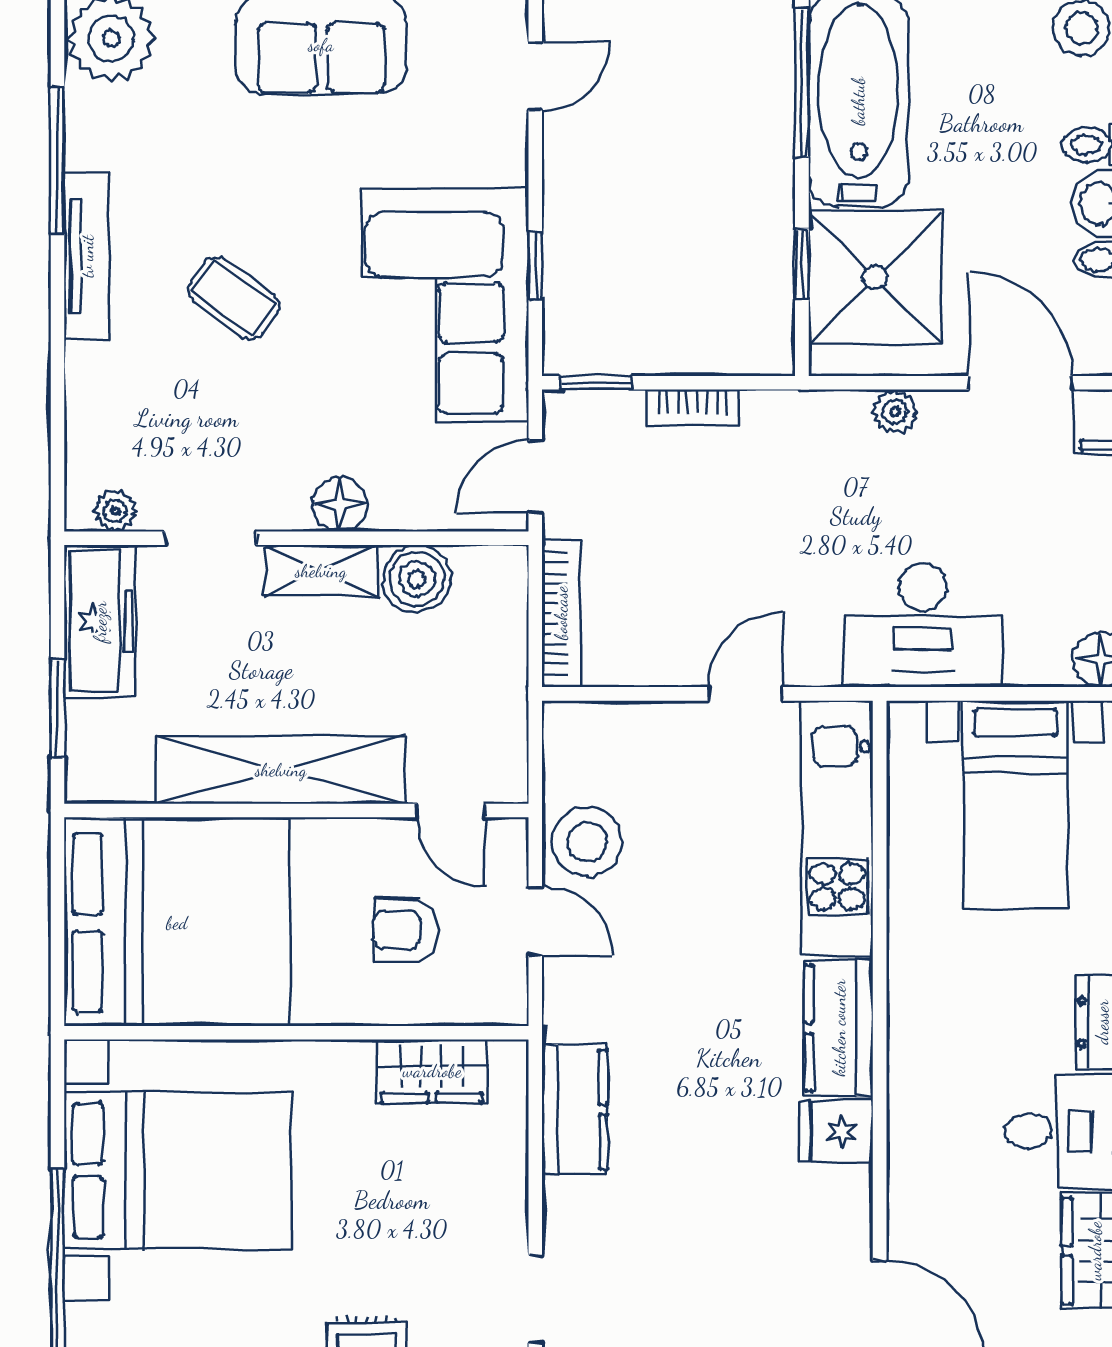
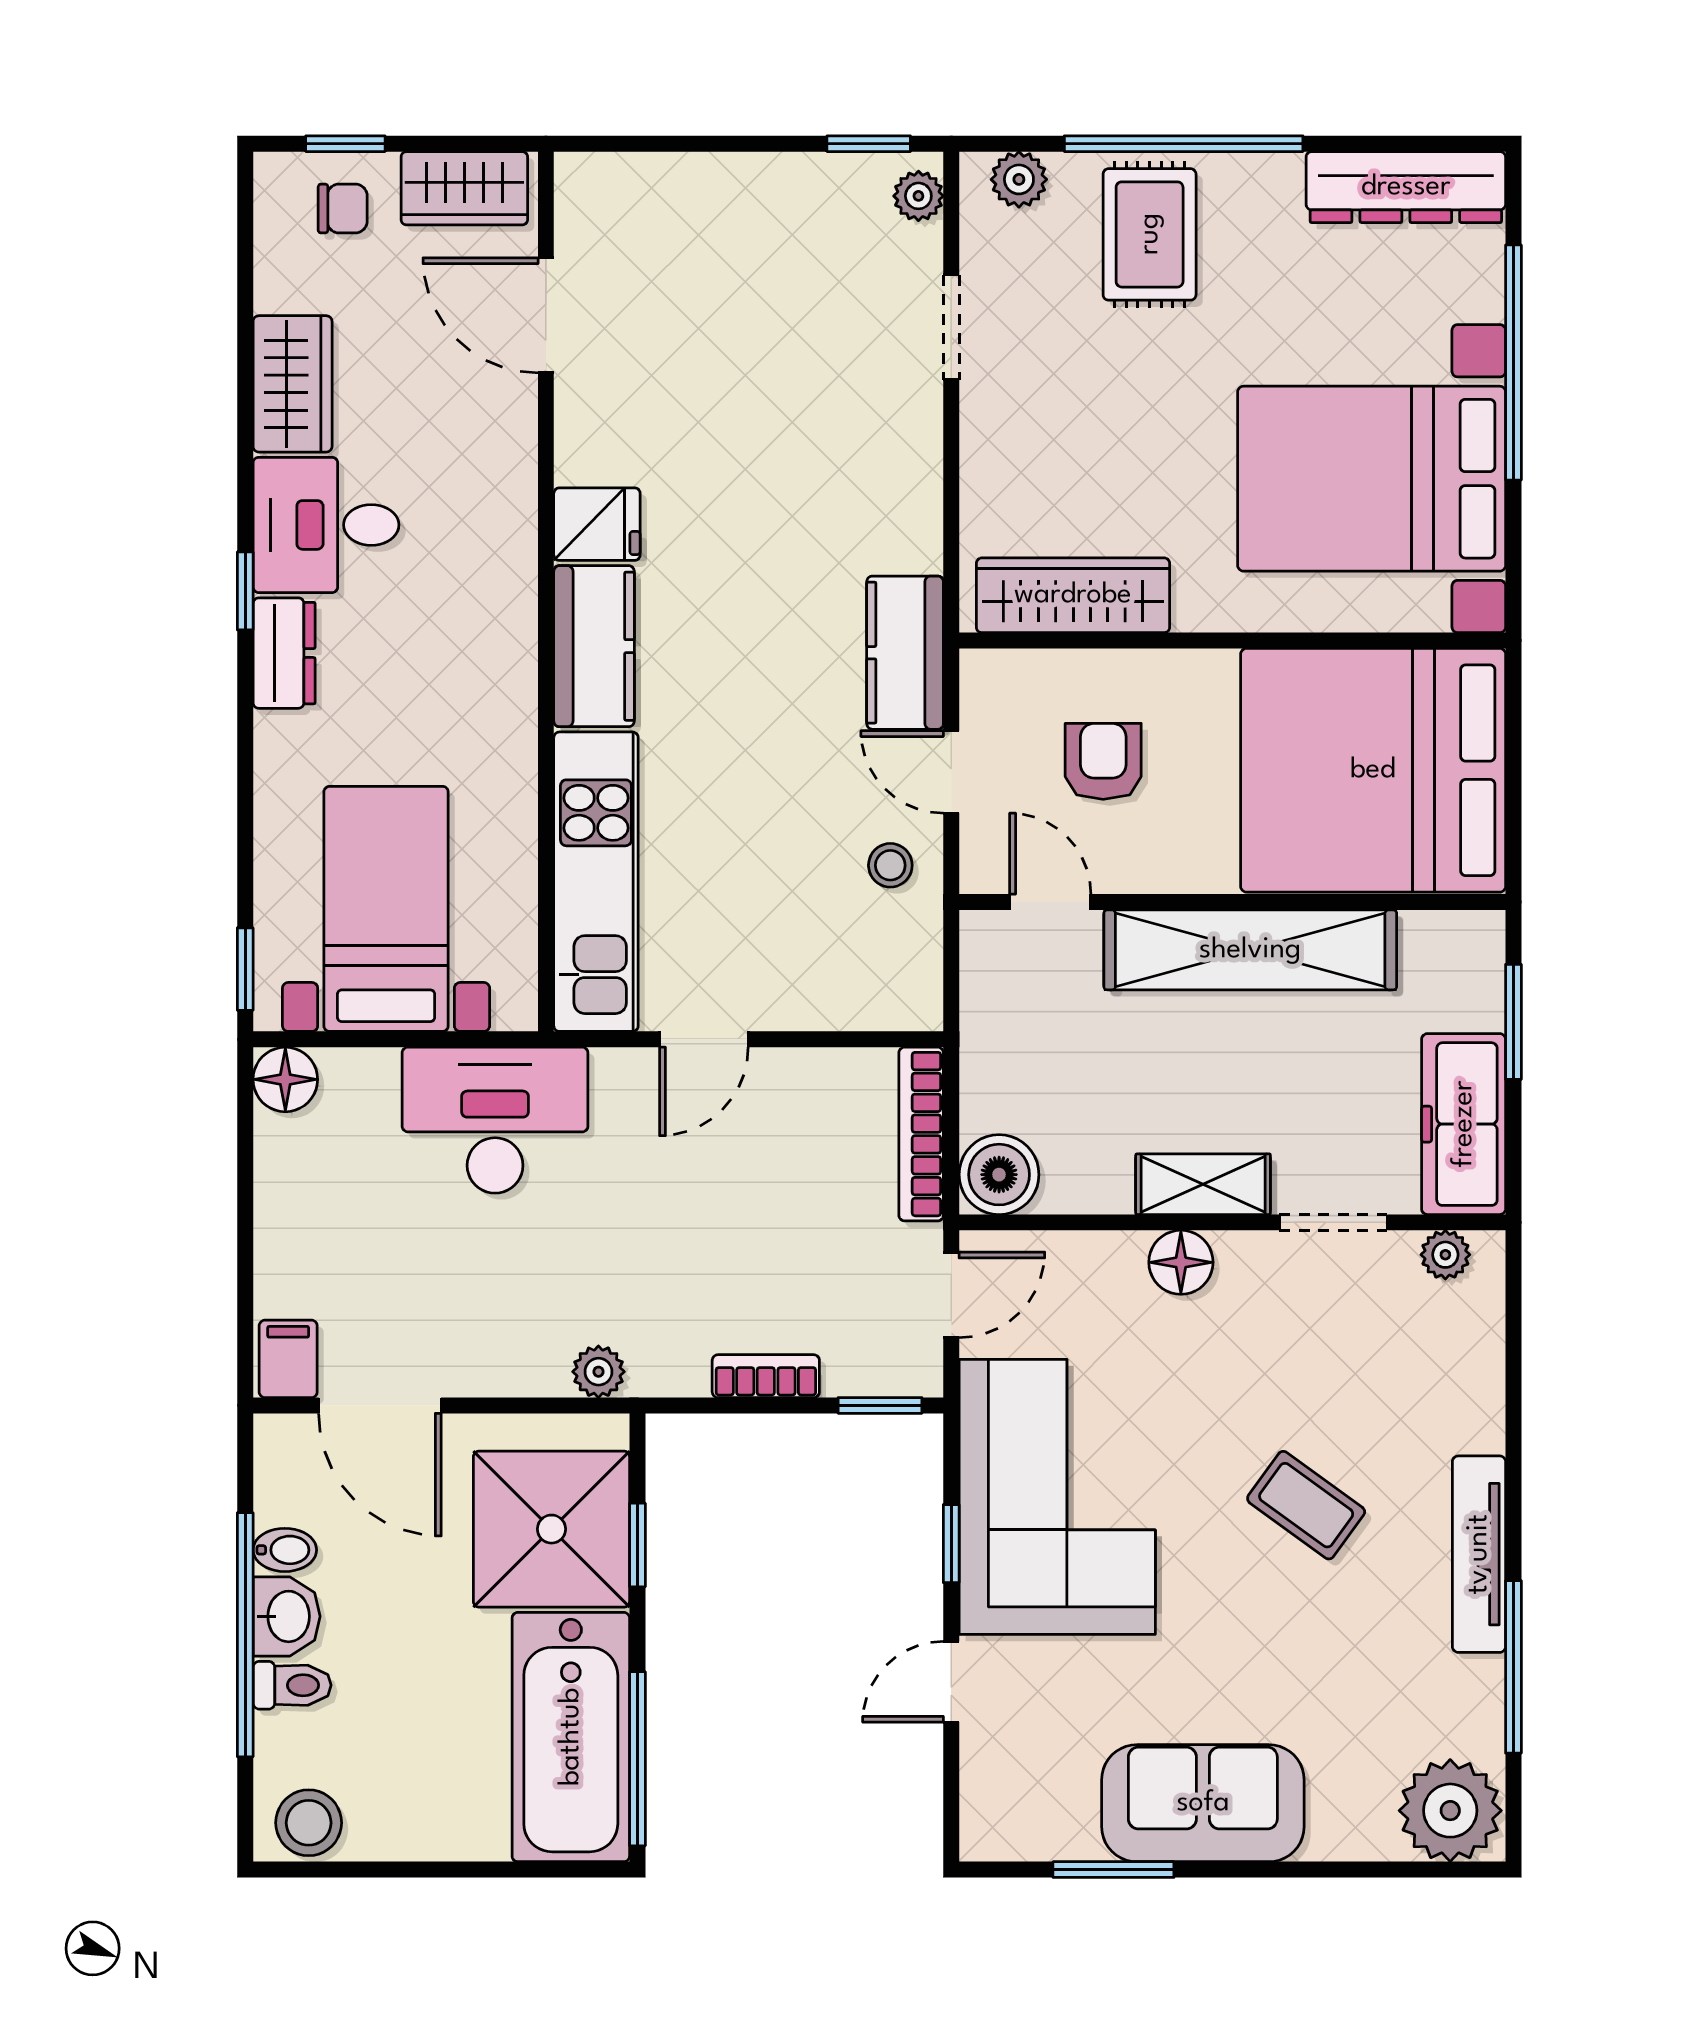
door: (535, 76) -> (951, 1682), moved
plant: (895, 411) -> (598, 1372), moved
boiler: (417, 579) -> (999, 1175), moved
stool: (587, 842) -> (890, 865), width x0.53, depth x0.53
armchair: (406, 930) -> (1103, 761), turned -90
wardrobe: (432, 1071) -> (1073, 595), width x1.50
kitchen counter: (574, 1109) -> (905, 653), moved

